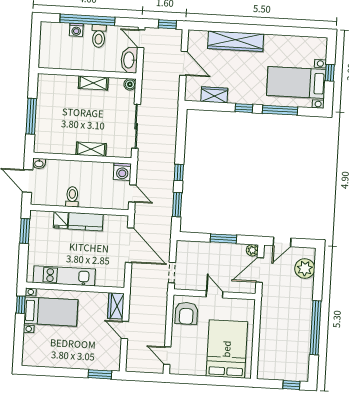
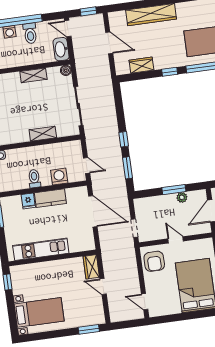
washing machine: (122, 172) -> (59, 177), moved, turned 180
plant: (252, 250) -> (182, 197), moved
bed with nightstands: (51, 312) -> (39, 312), moved

